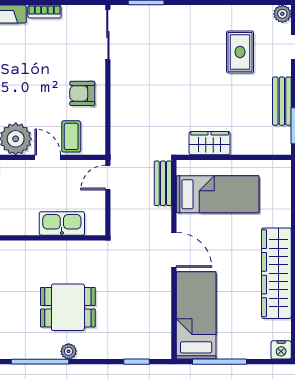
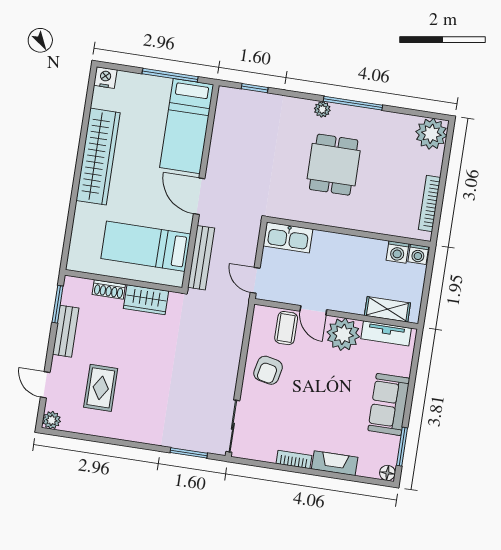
armchair: (82, 93) -> (268, 370), turned 102
shoe rack: (247, 147) -> (109, 289), added
door: (108, 178) -> (255, 280), swing flipped
bench: (163, 183) -> (201, 258), width x1.36
kitchen sink: (62, 223) -> (288, 238), moved
dining table: (68, 307) -> (334, 165), moved, turned 90

